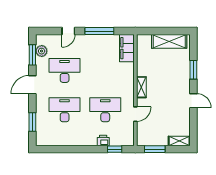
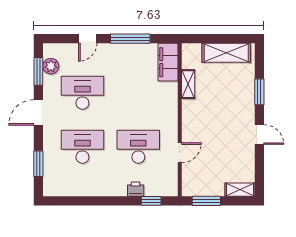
shelving: (141, 87) -> (188, 84), moved

